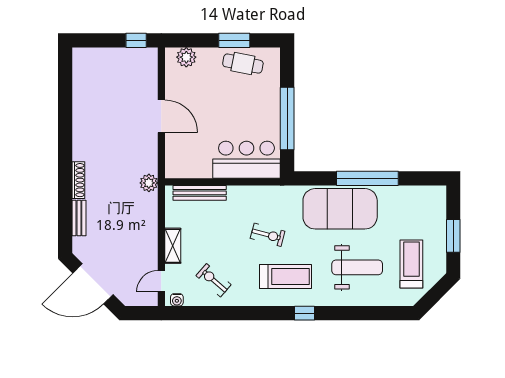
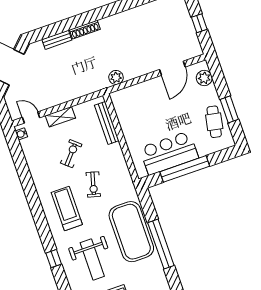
window: (136, 40) -> (199, 23), moved
door: (161, 116) -> (172, 68), moved
bar counter: (246, 160) -> (169, 153), moved, turned -90
plant: (149, 183) -> (116, 77), moved
treadmill: (285, 276) -> (67, 209), turned 180
exercise bike: (214, 280) -> (71, 154), moved
window: (304, 313) -> (54, 259), moved

